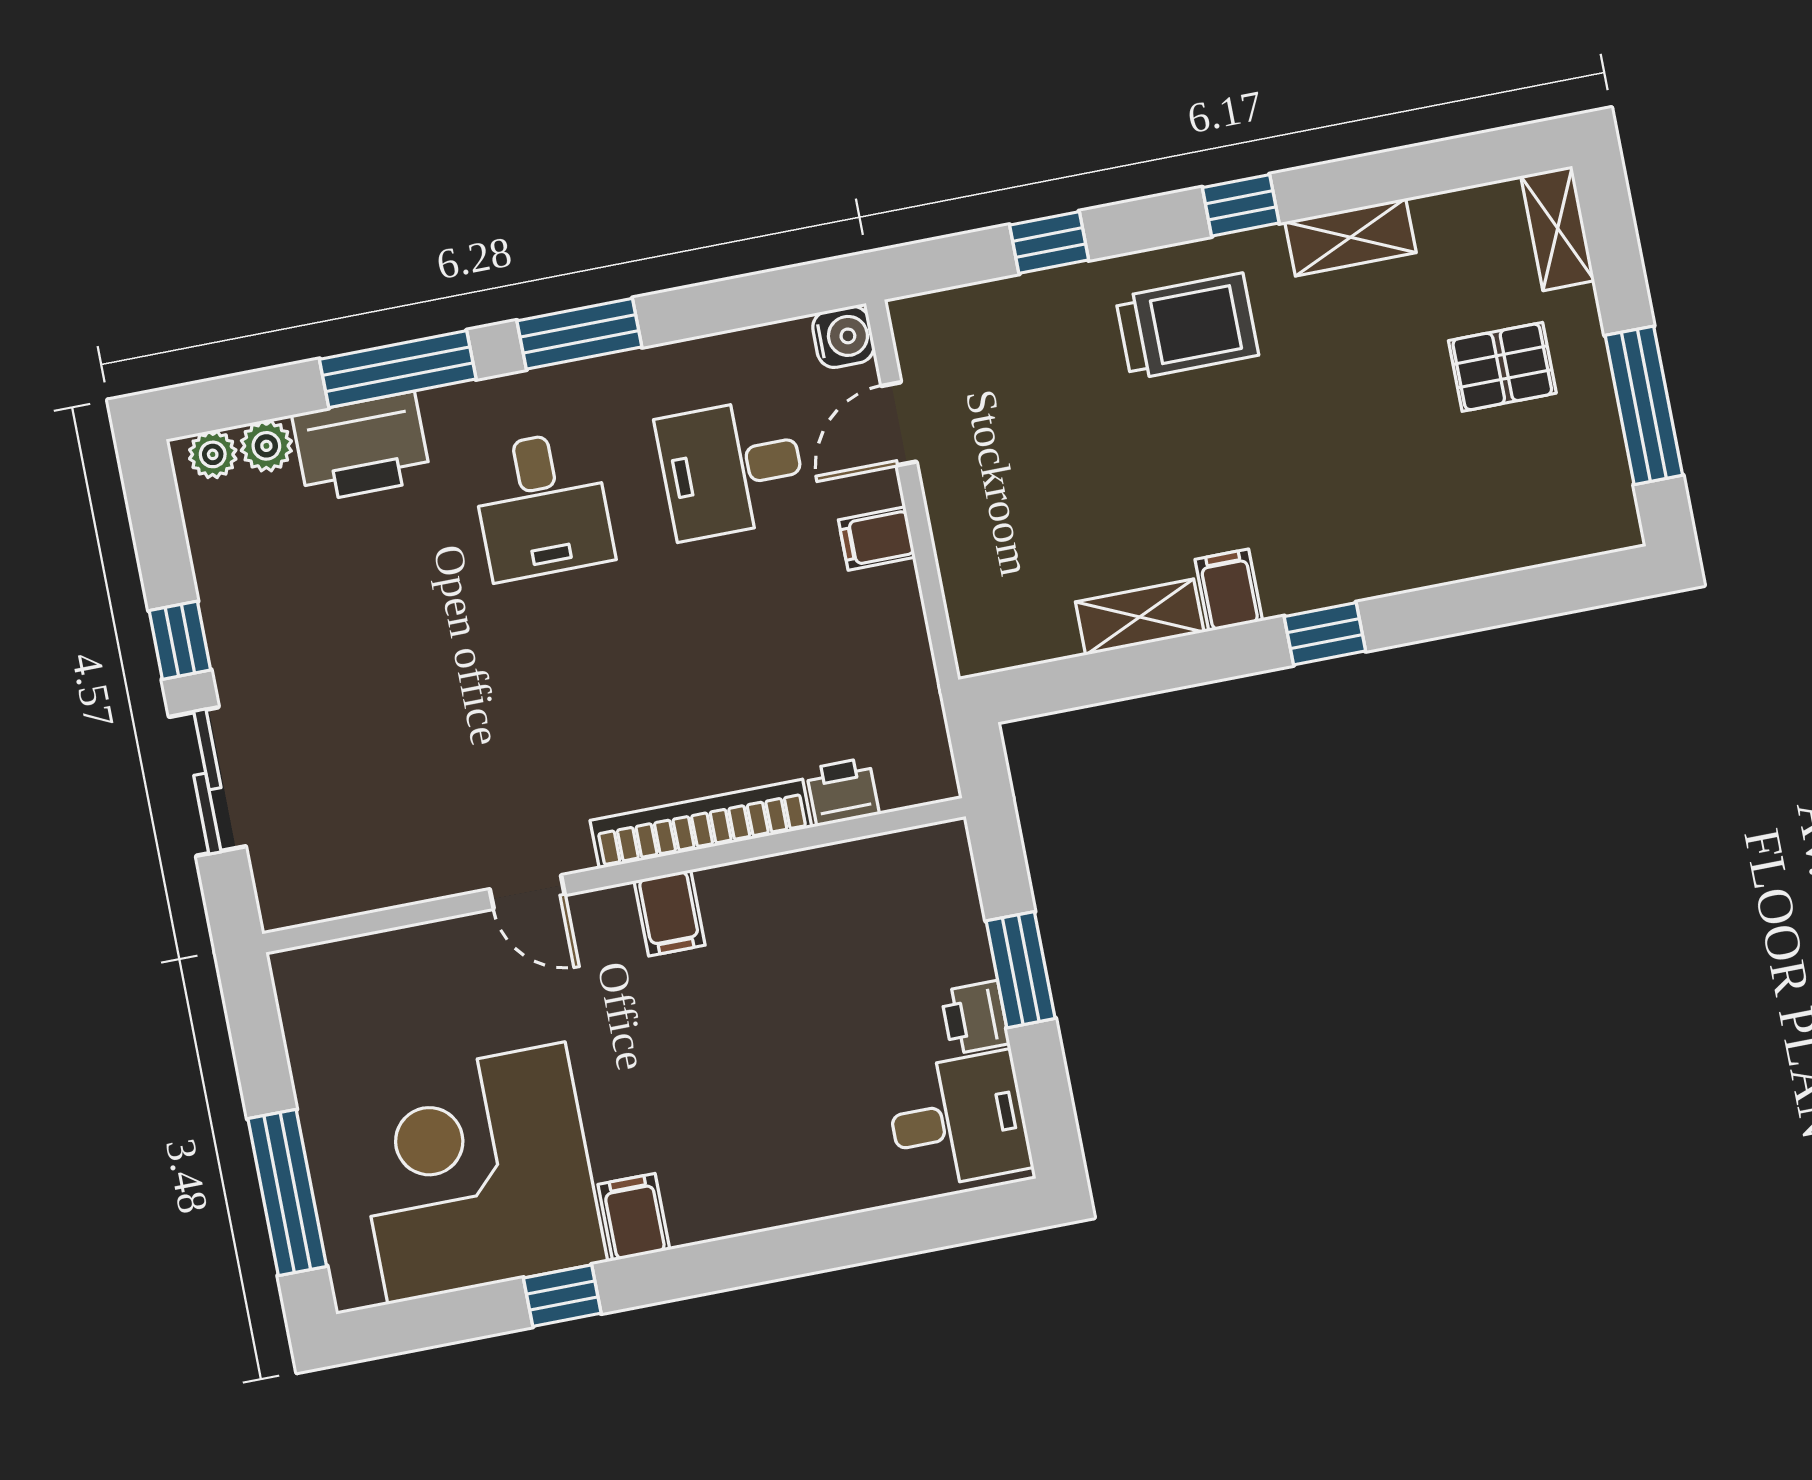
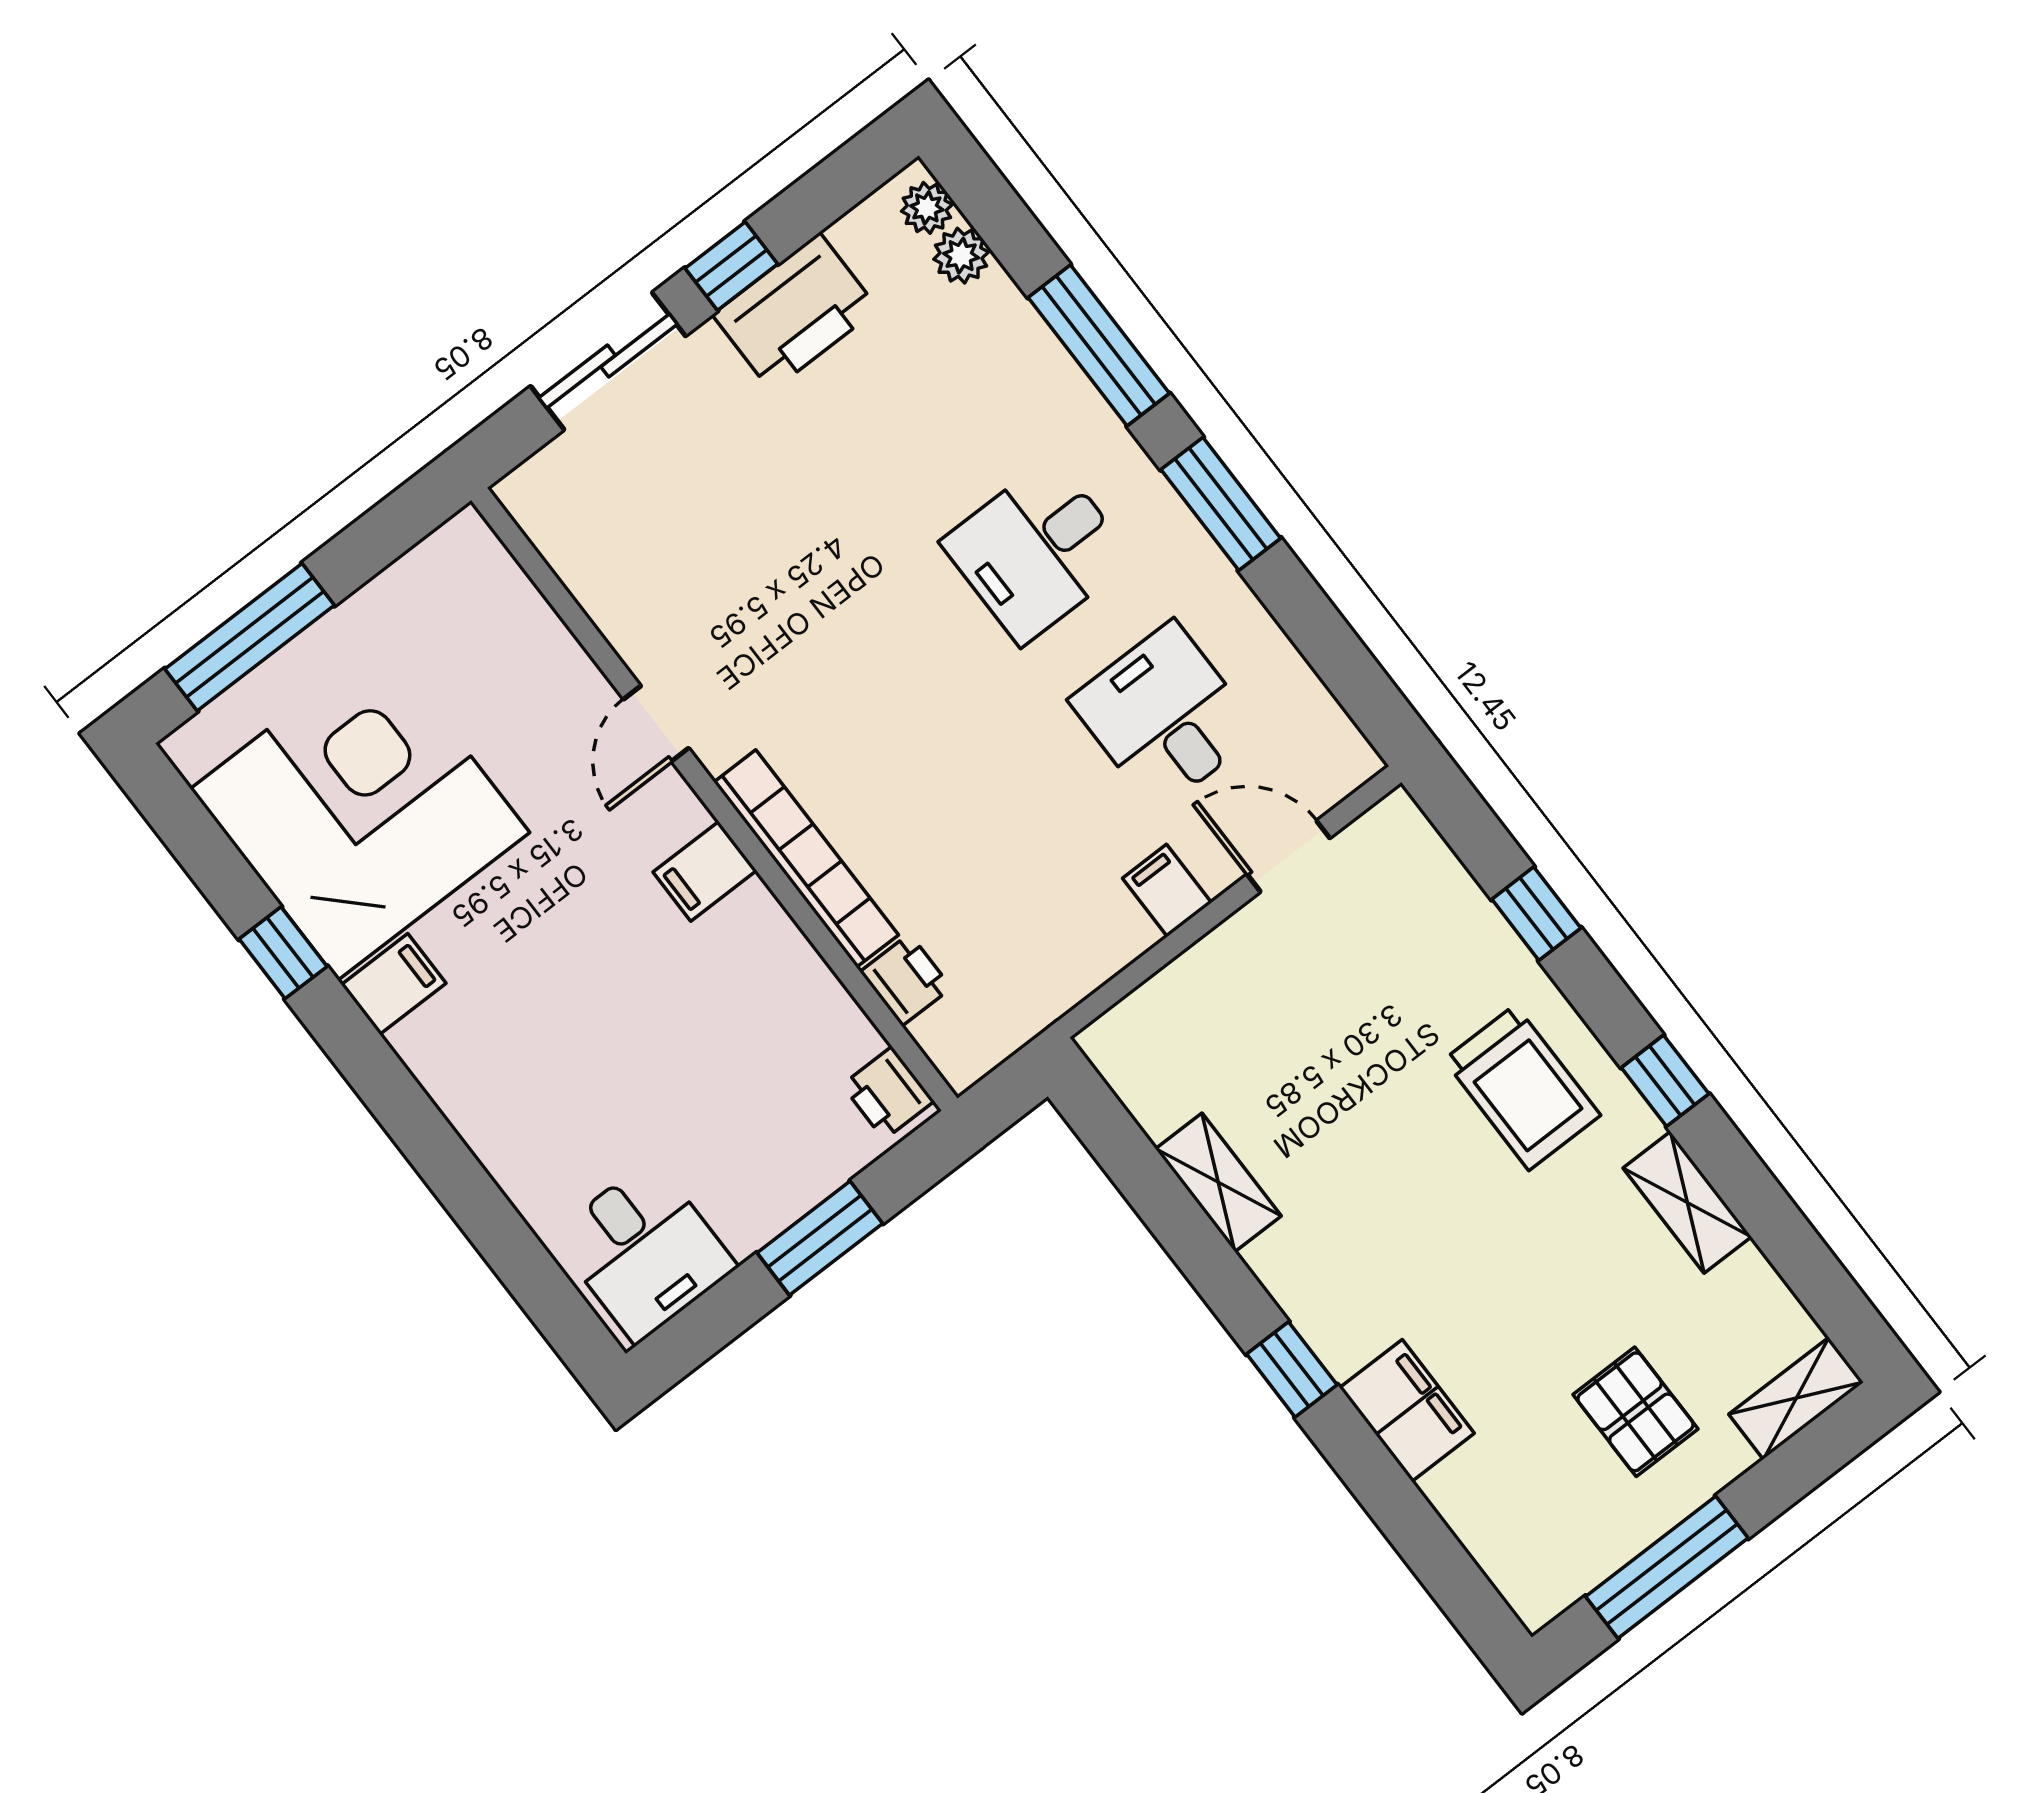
water cooler: (843, 337) -> (1346, 760), removed
printer: (362, 447) -> (795, 312), moved, turned -90
filing cabinet: (1229, 590) -> (1407, 1411), moved, width x2.00
printer: (975, 1017) -> (888, 1093), moved, turned -90

